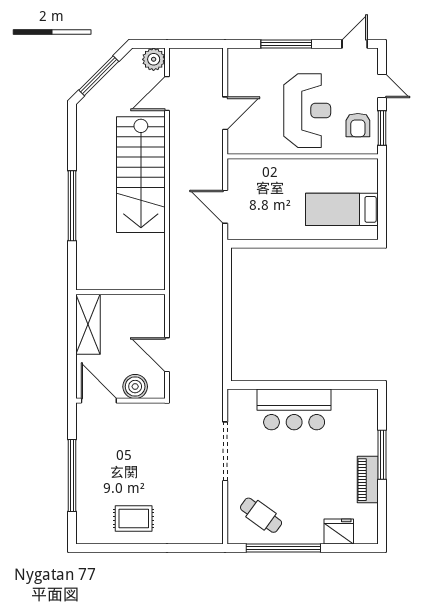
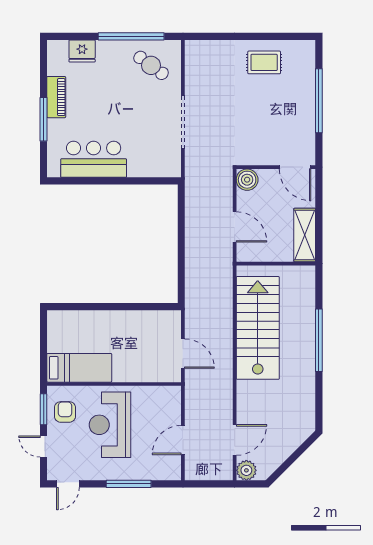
window: (99, 76) -> (295, 456), removed
door: (225, 113) -> (183, 440), moved
stairs: (141, 175) -> (258, 328), moved
door: (225, 207) -> (183, 354), moved
bed: (342, 209) -> (79, 368), moved
door: (167, 355) -> (235, 227), moved
boiler: (135, 387) -> (247, 180), moved
bar counter: (294, 409) -> (94, 159), moved

